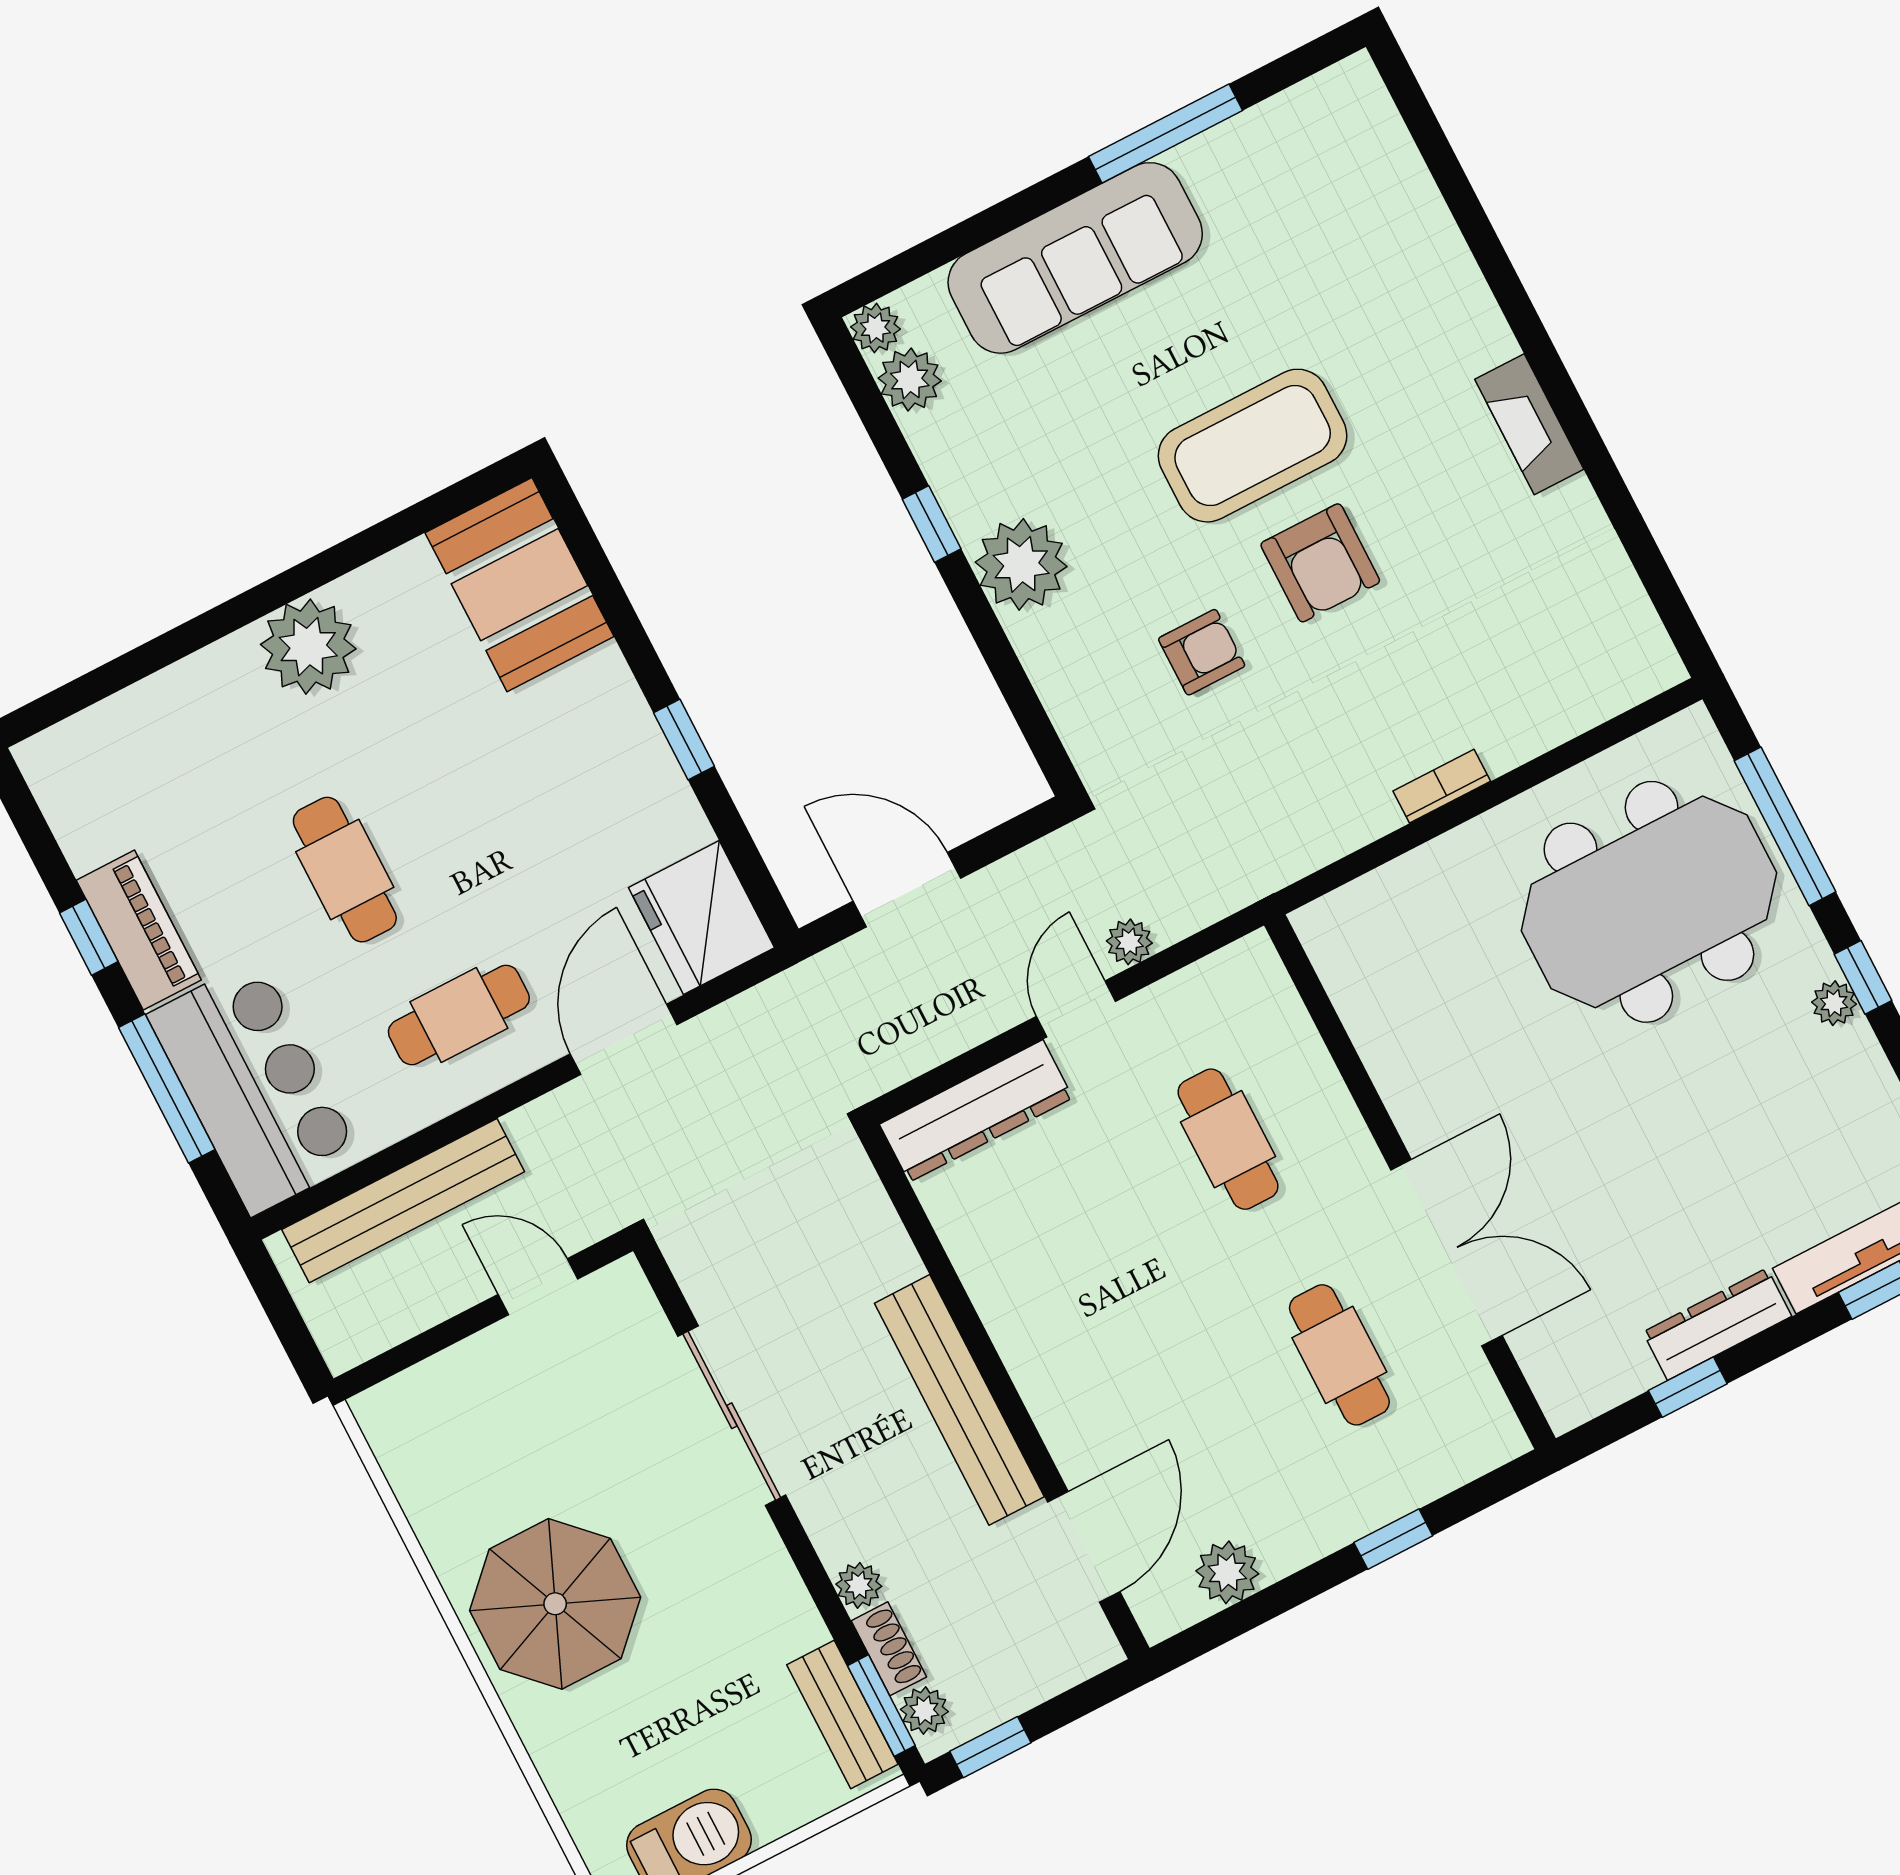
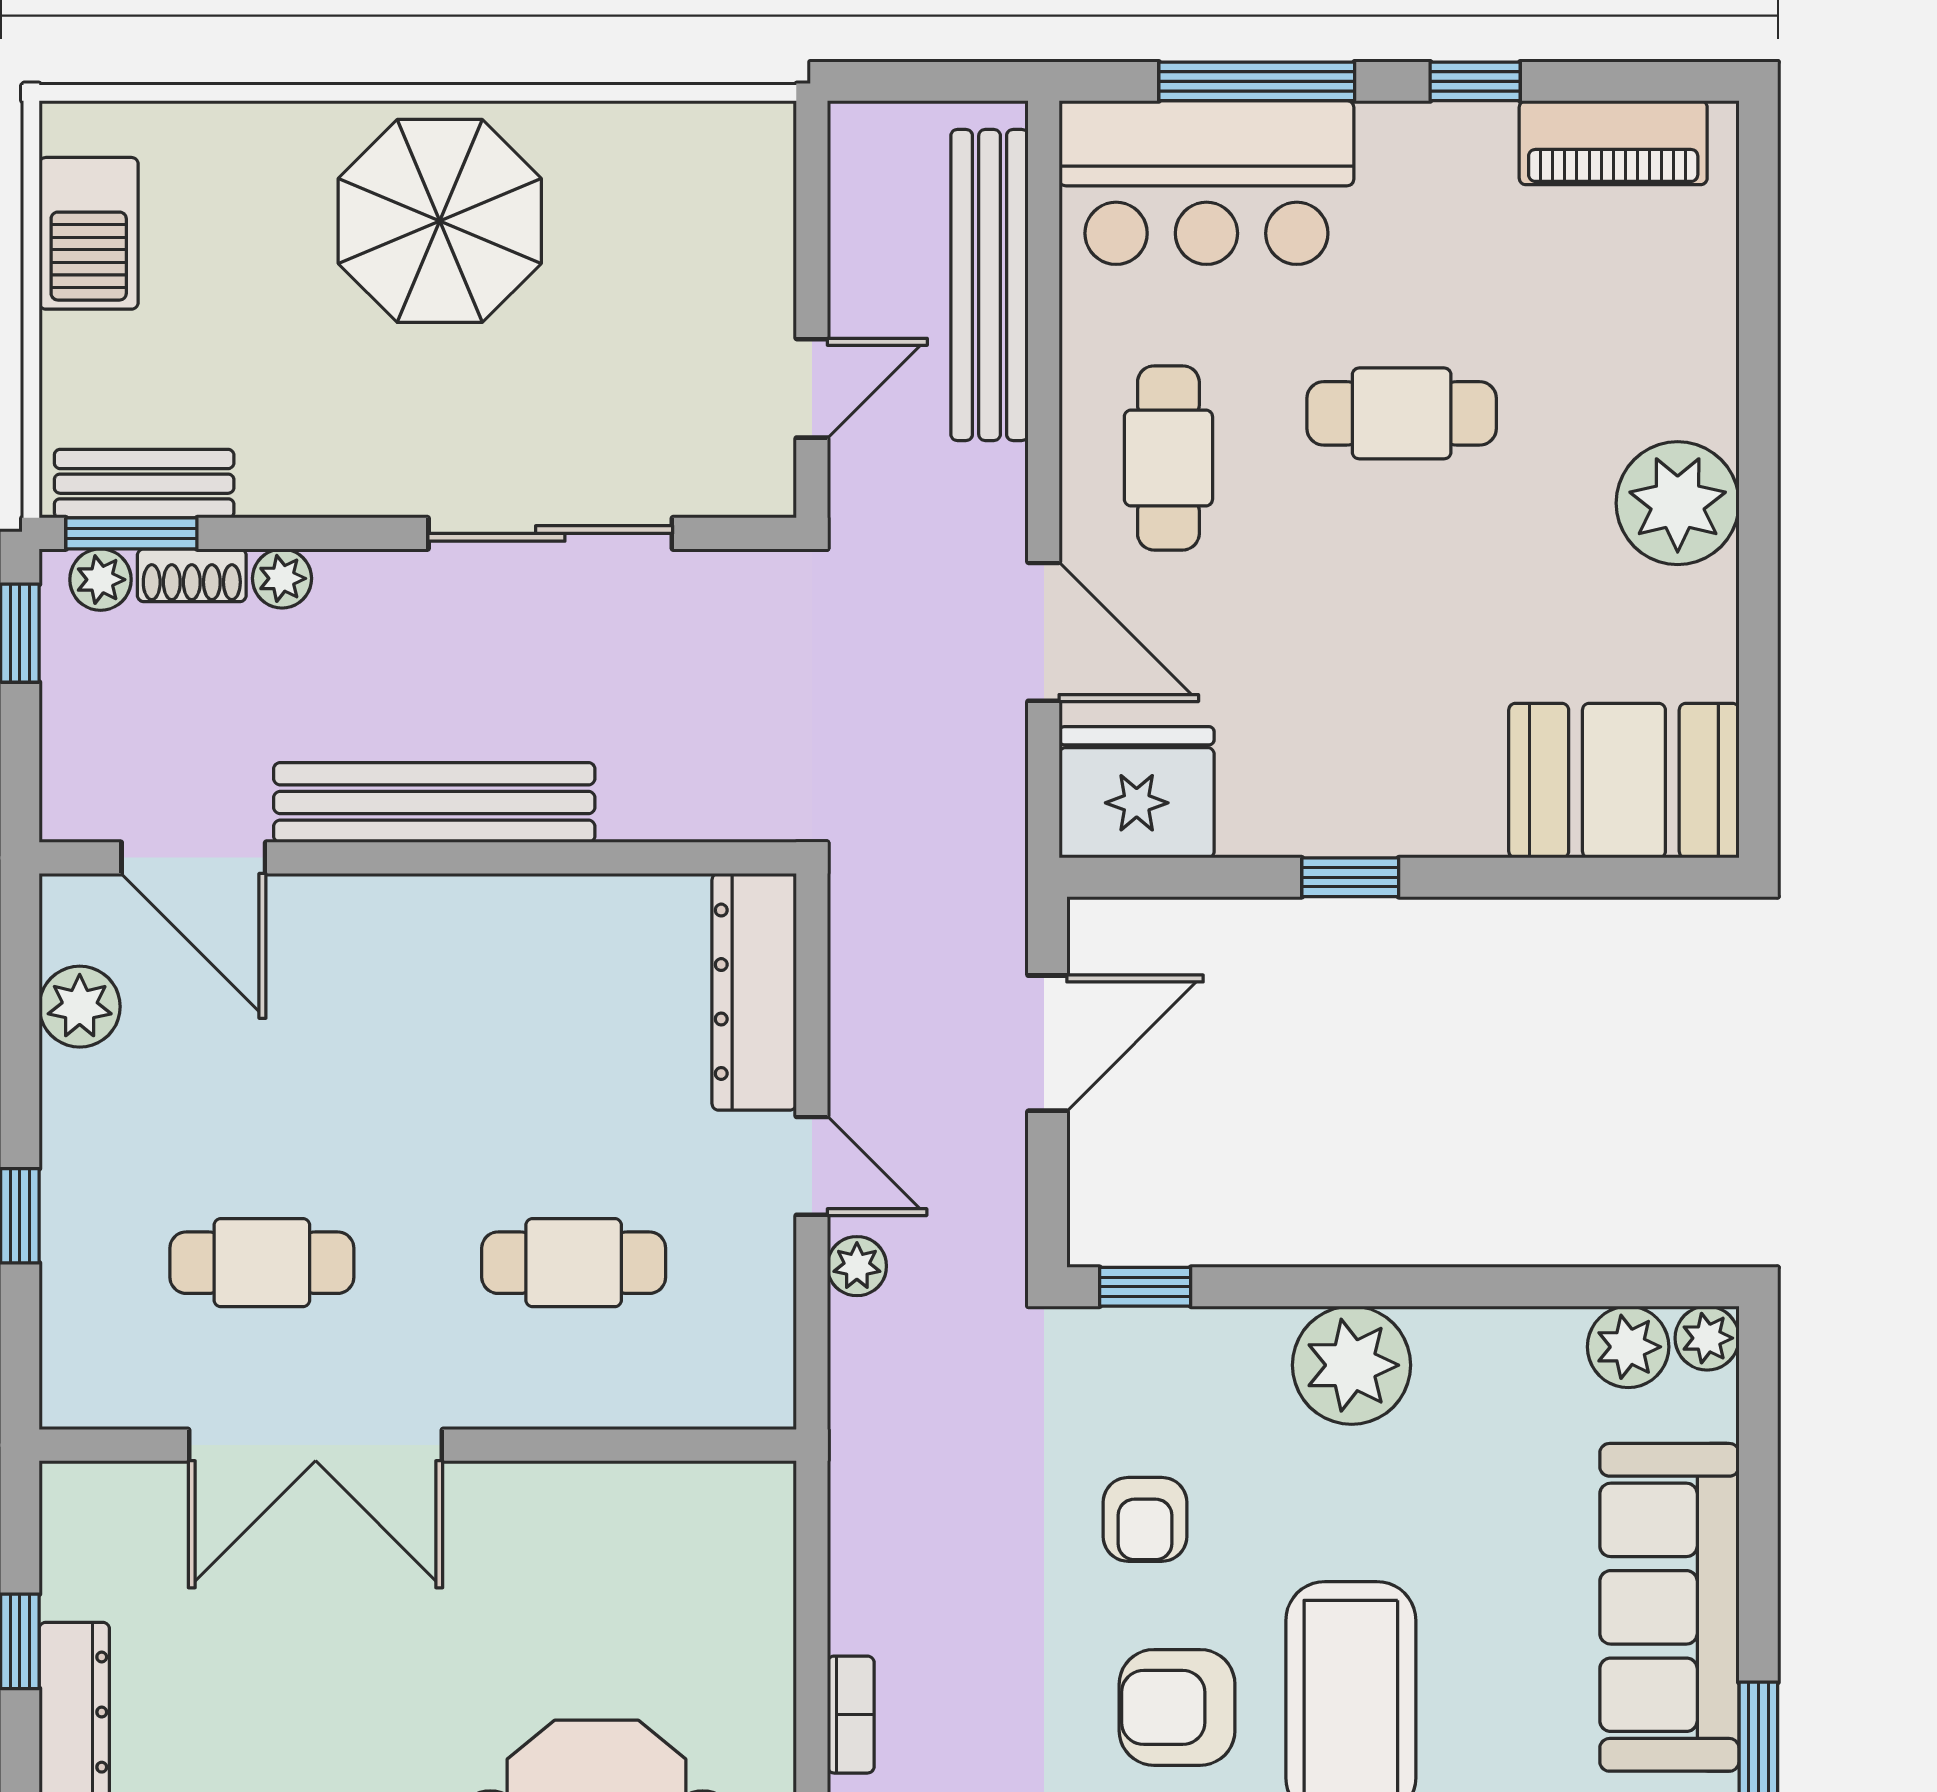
window: (932, 524) -> (1145, 1287), moved
piano: (139, 930) -> (1613, 143), moved

